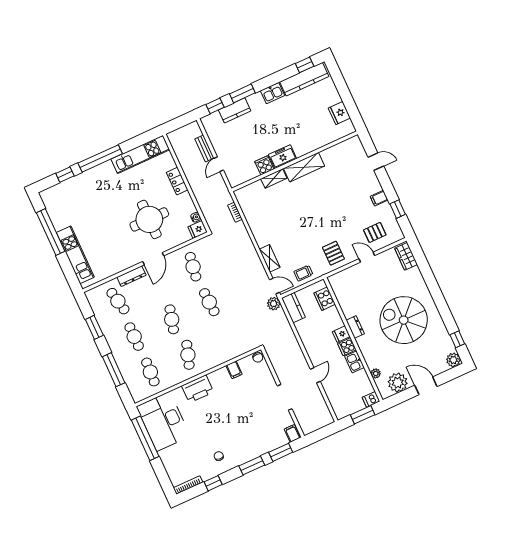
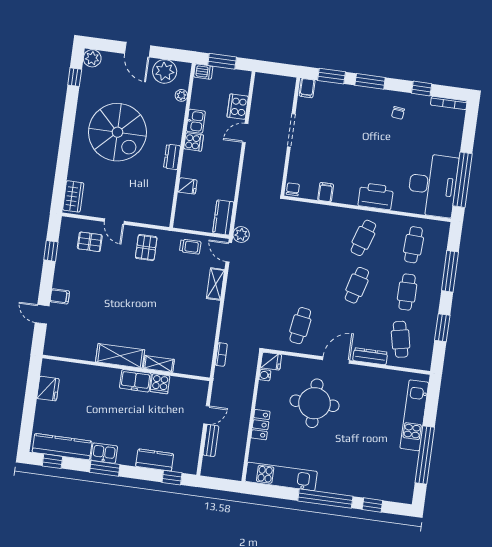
window: (242, 93) -> (105, 468), moved
filing cabinet: (379, 198) -> (60, 296), moved
cooker: (325, 299) -> (238, 107), moved, turned 180
cafe table: (209, 302) -> (307, 278), removed
fridge: (341, 334) -> (188, 186), moved

